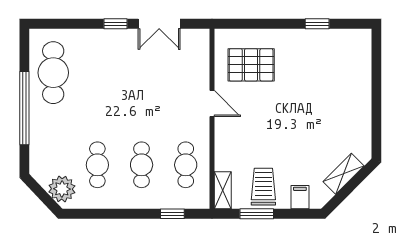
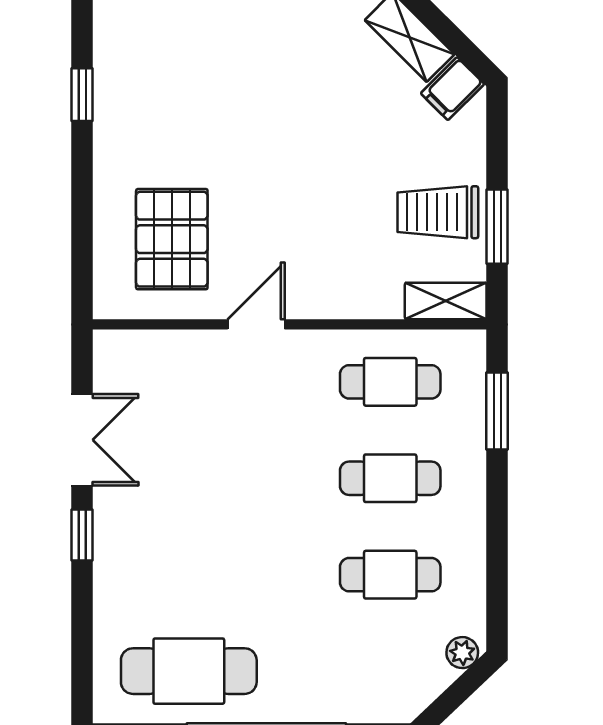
plant: (62, 189) -> (462, 653), width x0.53, depth x0.53
filing cabinet: (300, 197) -> (452, 89), moved, turned -45
window: (172, 214) -> (497, 411), width x1.50

